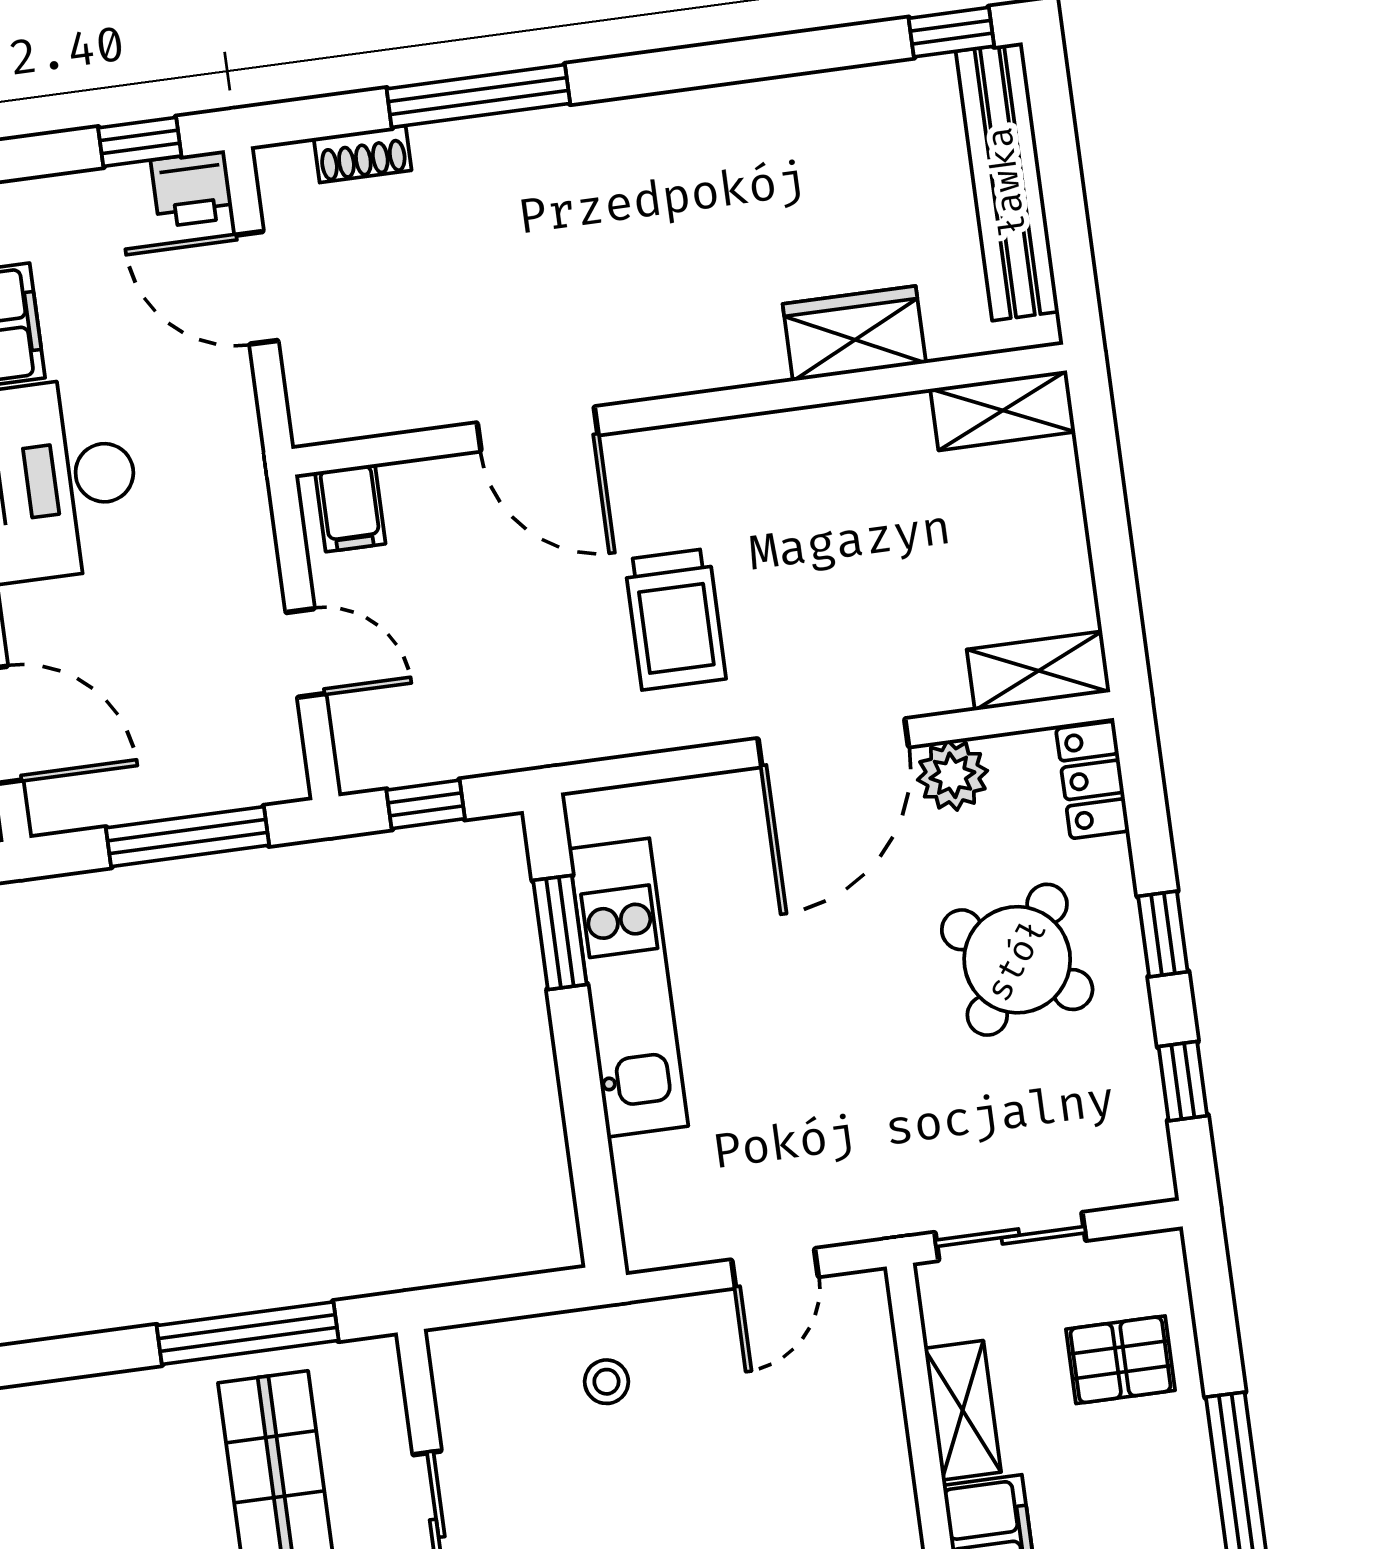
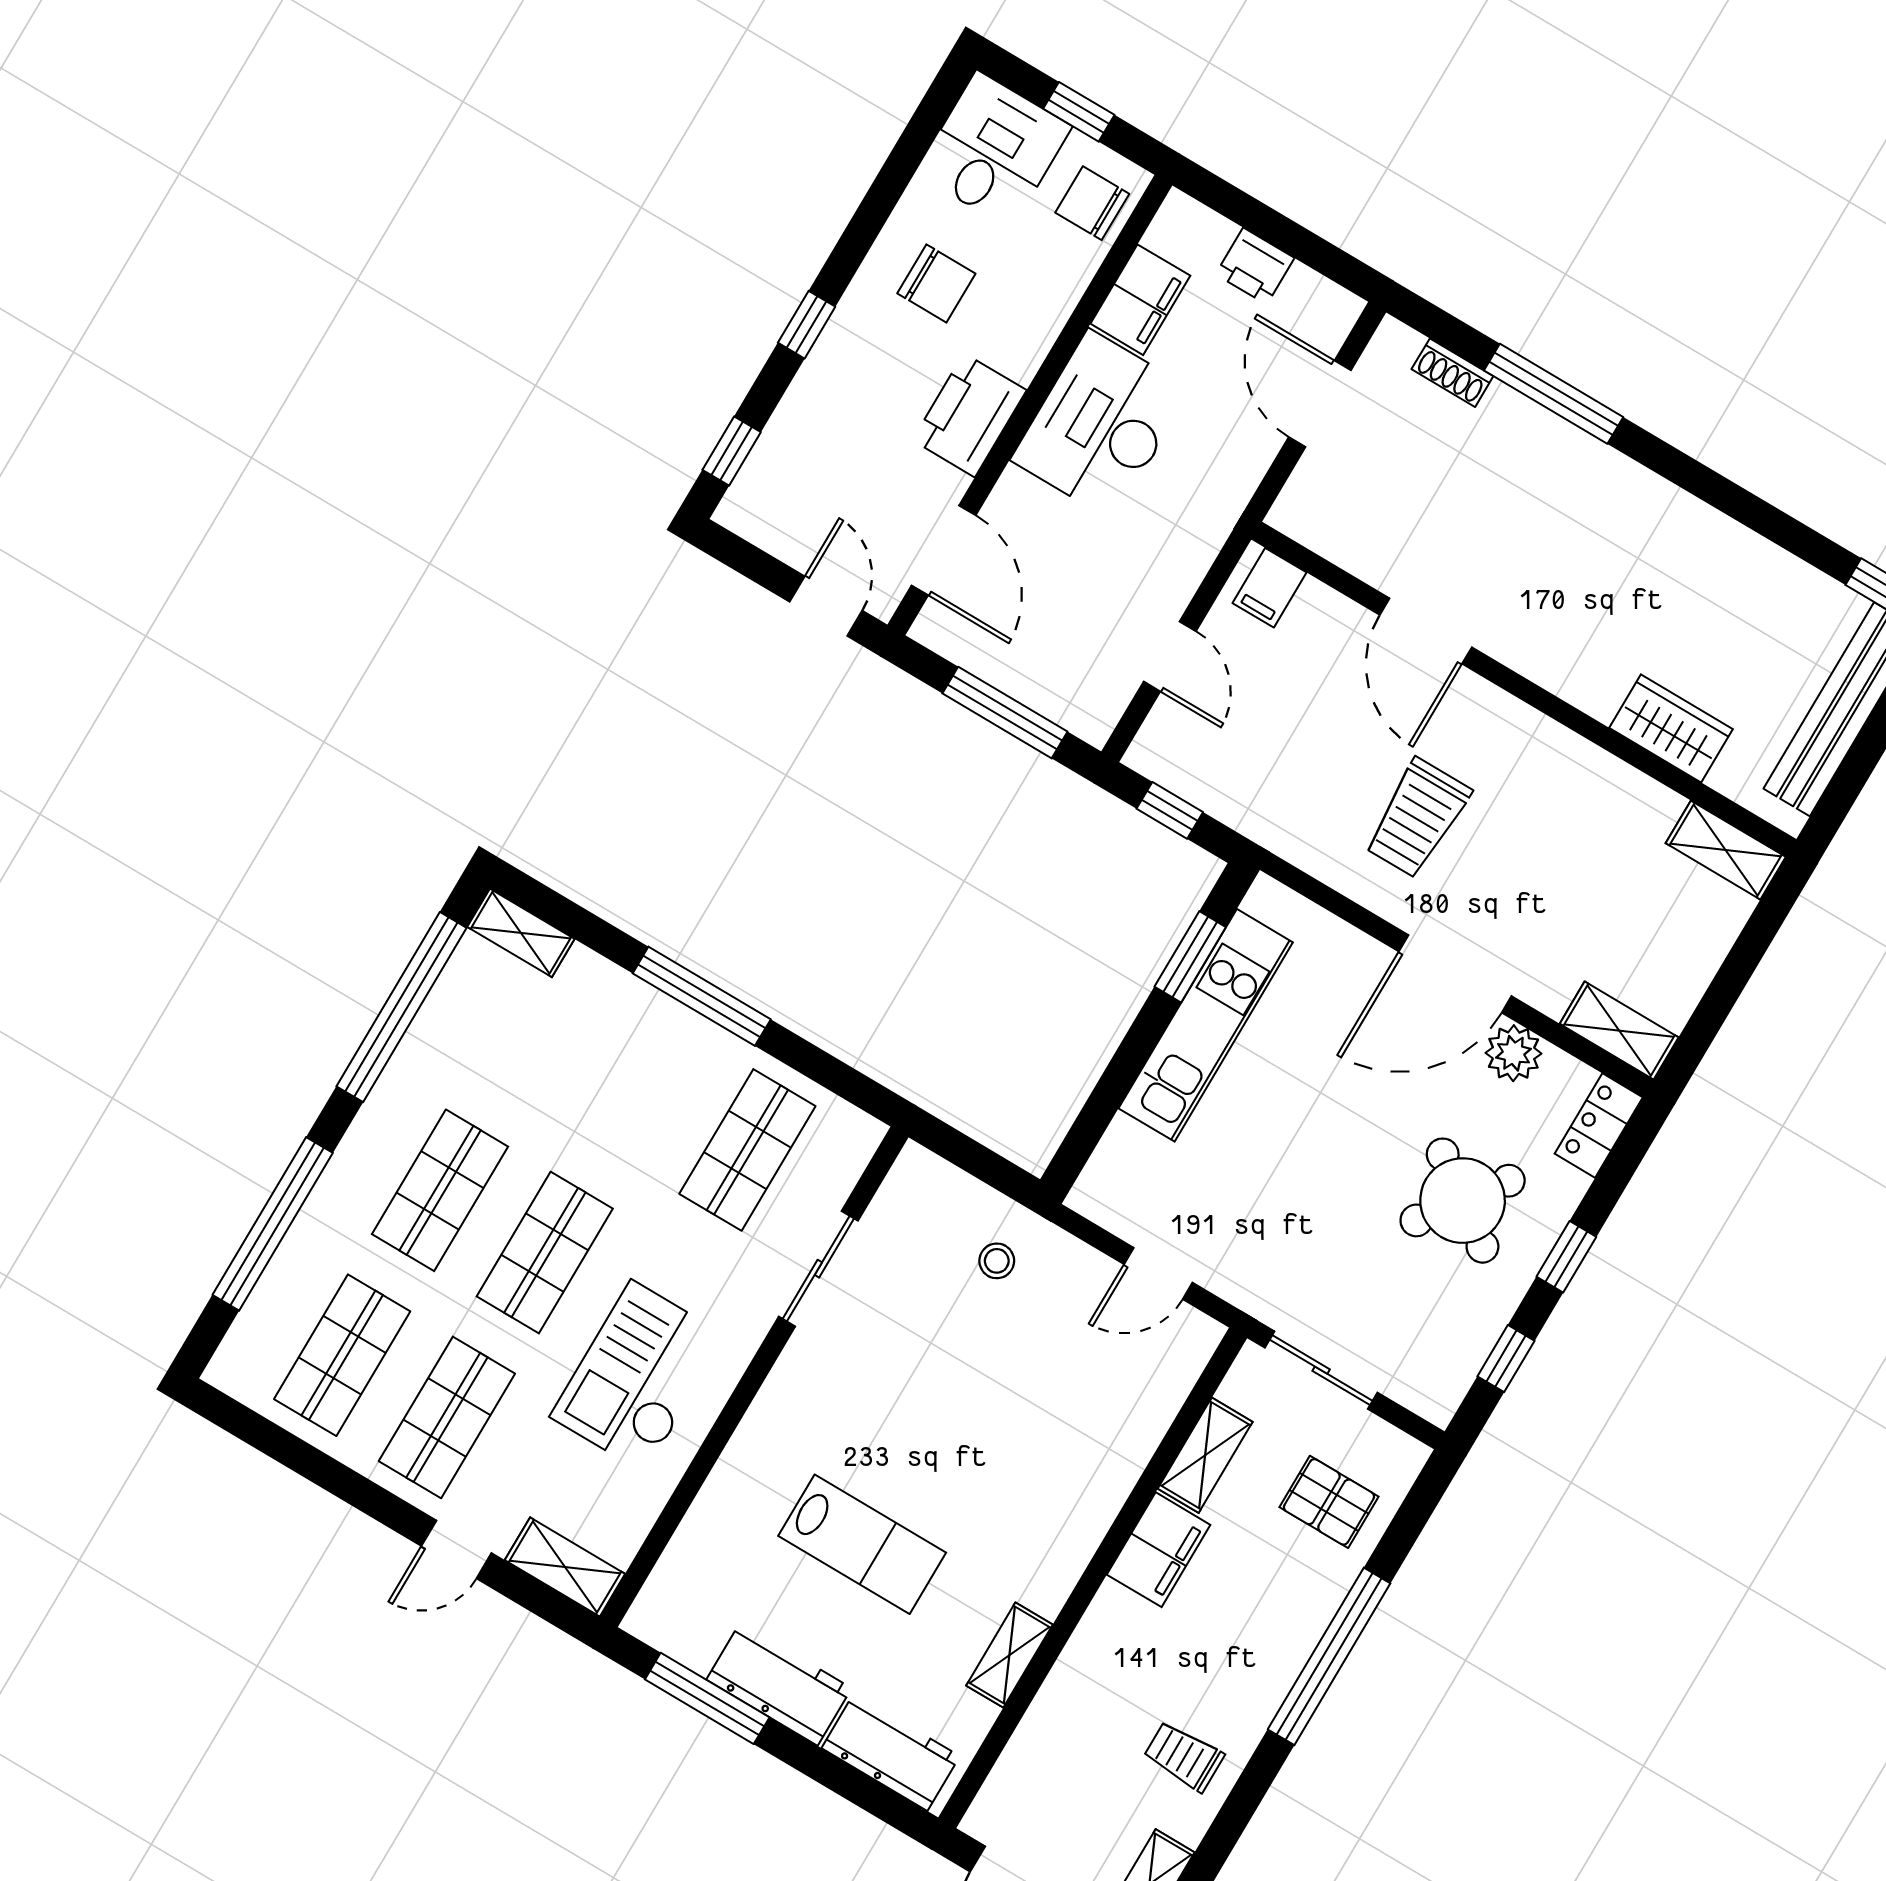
window: (140, 142) -> (1319, 255), removed
printer: (192, 189) -> (1255, 266), moved
window: (248, 1333) -> (702, 996), moved

